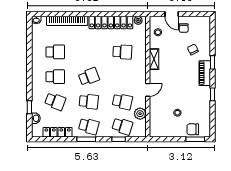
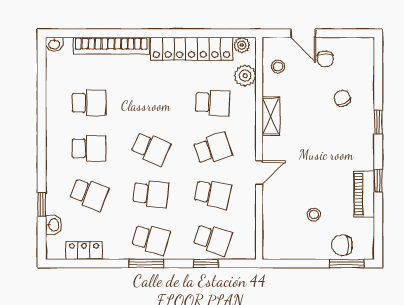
piano: (205, 73) -> (364, 194), moved
school desk: (89, 77) -> (151, 148), turned 45
school desk: (122, 77) -> (213, 148), added
plant: (140, 114) -> (245, 76), moved
locker: (58, 132) -> (84, 250), width x0.66

